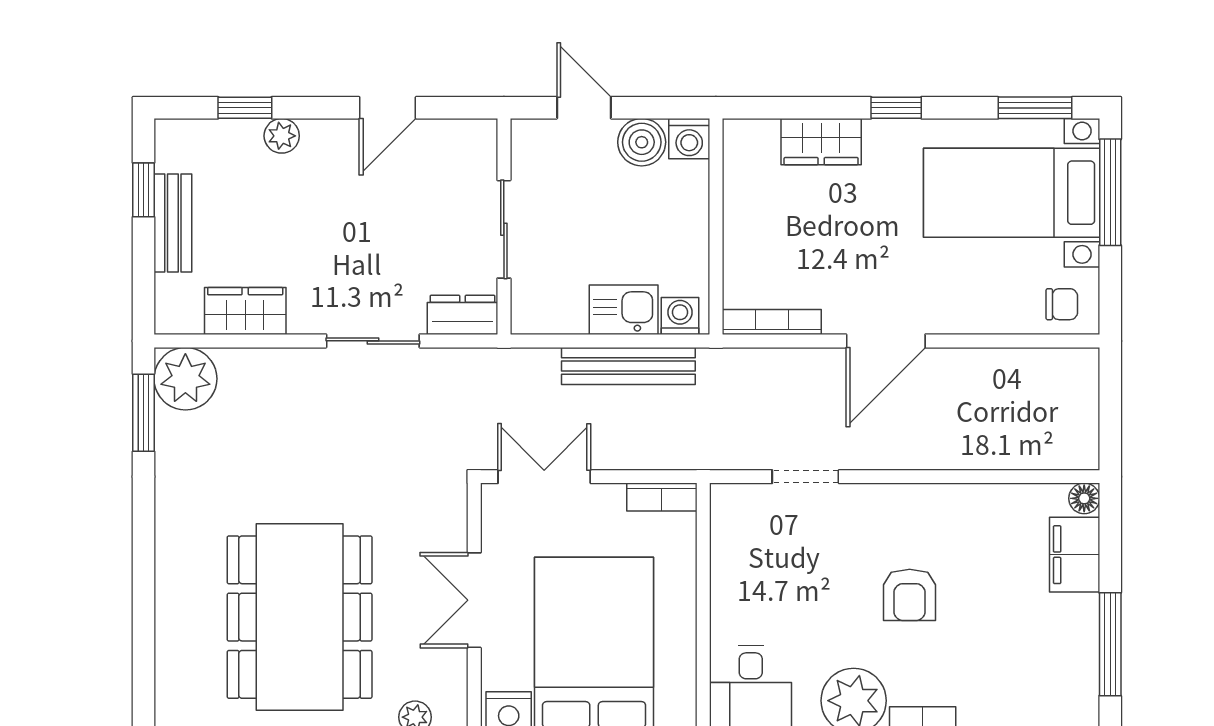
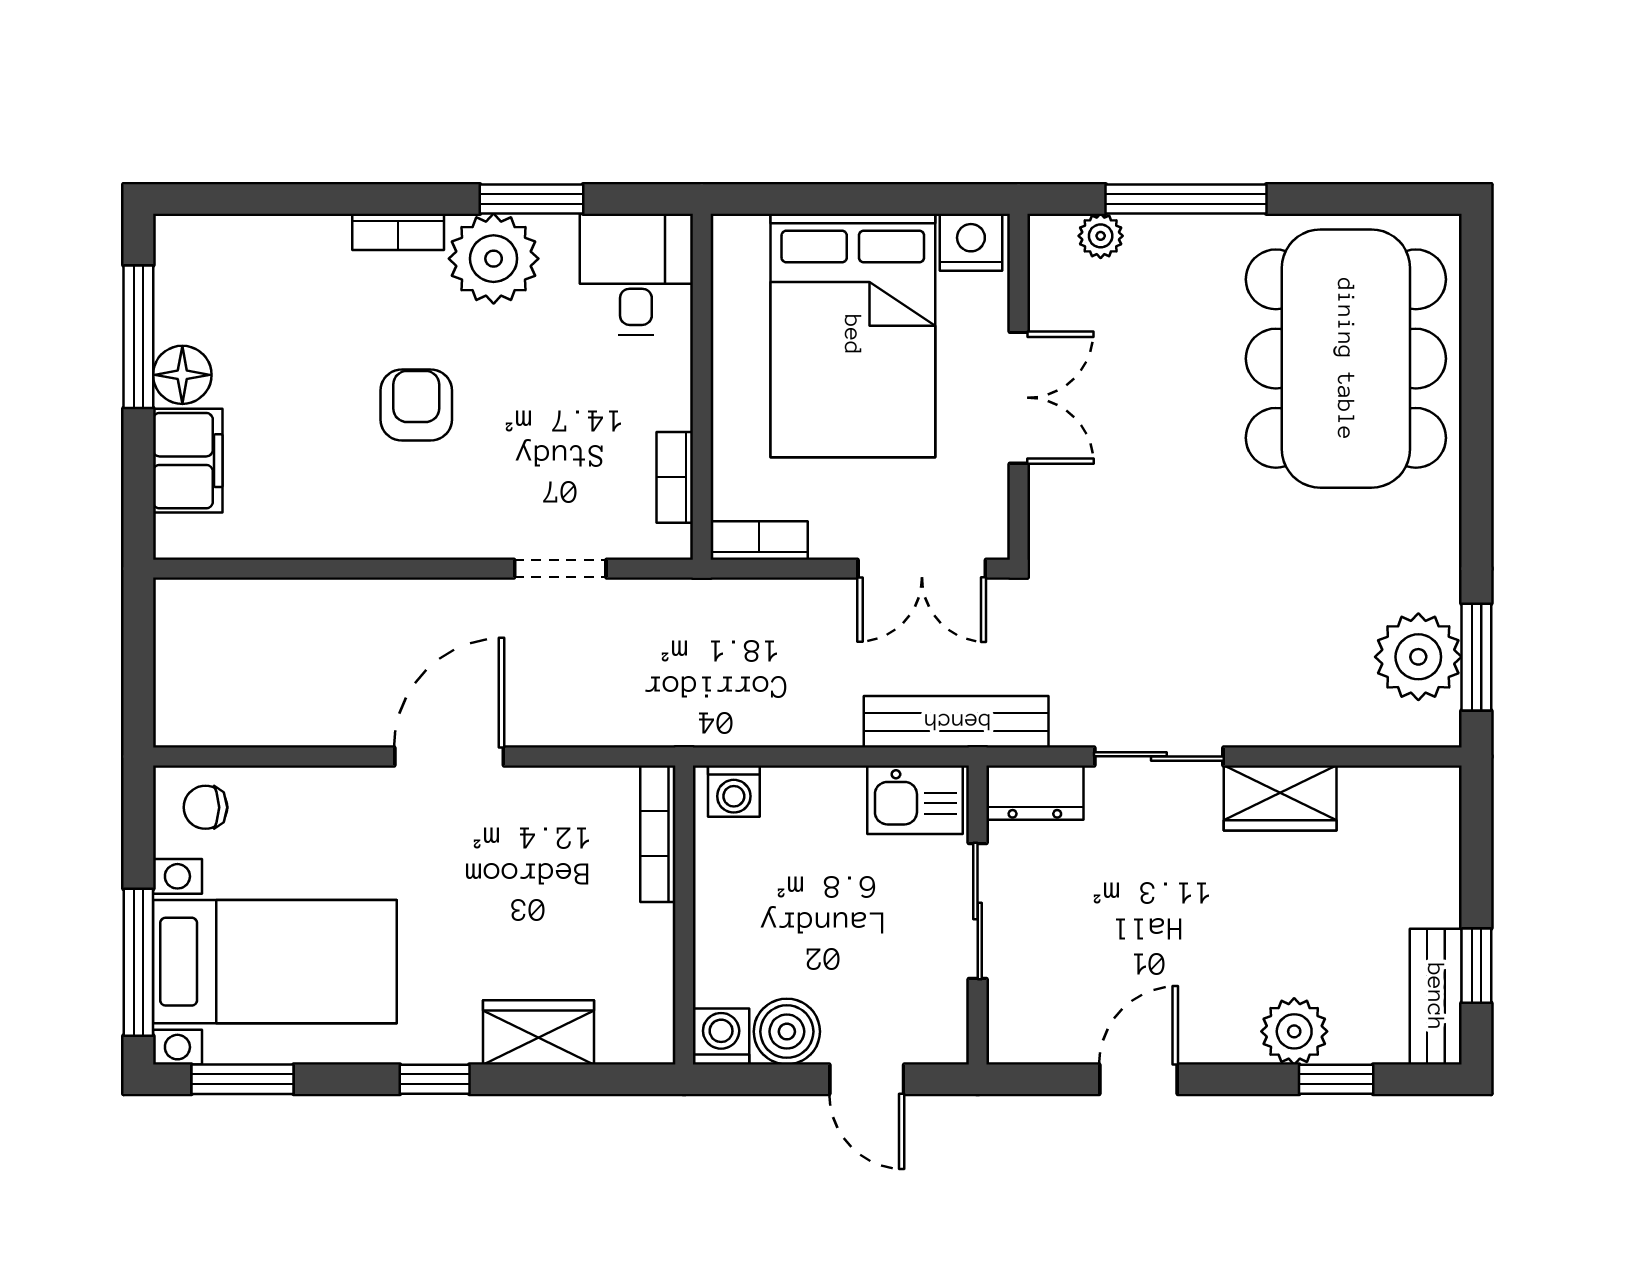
plant: (282, 136) -> (1294, 1031), width x1.38, depth x1.38
bench: (173, 223) -> (1436, 997), moved
kitchen sink: (624, 310) -> (915, 800), moved
wardrobe: (245, 311) -> (1280, 798), moved
bookcase: (772, 322) -> (658, 834), moved, turned 90
bench: (628, 366) -> (956, 722), moved
plant: (185, 379) -> (1418, 657), moved
floor lamp: (1084, 498) -> (182, 375), moved, width x1.37, depth x1.37
bookcase: (723, 543) -> (675, 477), added
dining table: (300, 617) -> (1346, 359), moved

